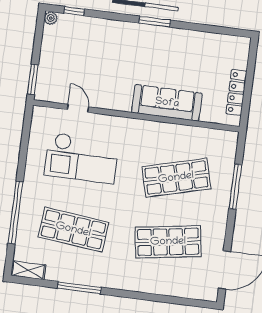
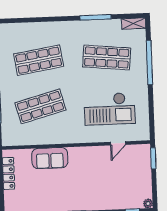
sofa: (167, 103) -> (50, 158), width x0.73
door: (78, 108) -> (118, 143), hinge flipped
checkout: (82, 158) -> (110, 109), turned 180

